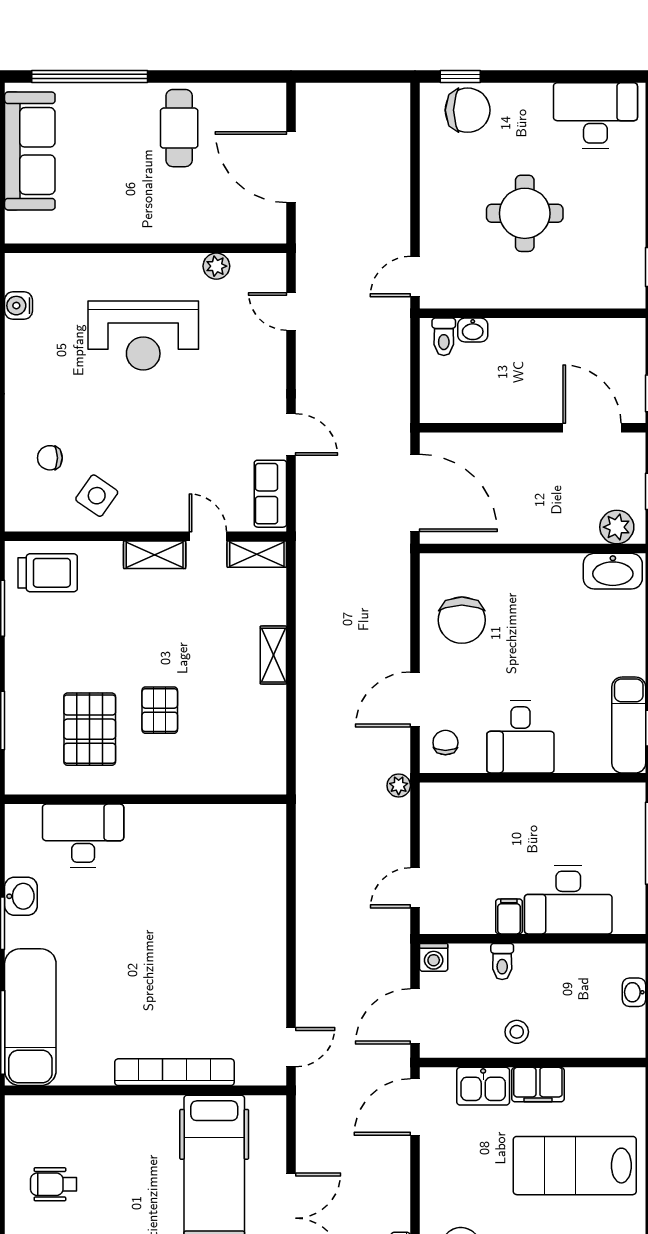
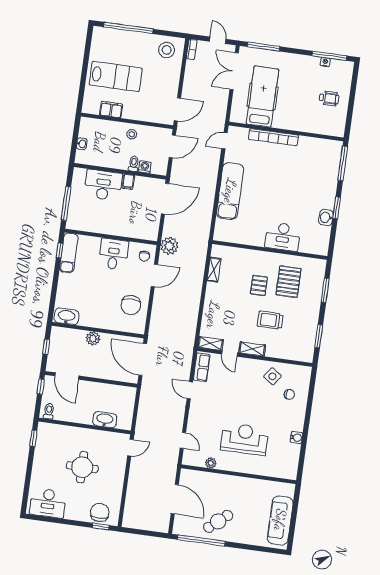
window: (90, 76) -> (201, 540), moved
chair: (468, 110) -> (100, 512), turned 90
cafe table: (179, 128) -> (218, 521), turned 50
water cooler: (19, 306) -> (296, 438), moved
washbasin: (473, 330) -> (105, 420), width x1.91, depth x1.45
toilet: (444, 337) -> (49, 411), moved
plant: (617, 527) -> (93, 338), moved
trolley: (48, 573) -> (270, 320), moved
chair: (462, 620) -> (131, 305), turned 180
shelving: (273, 655) -> (214, 270), moved
plant: (399, 786) -> (169, 246), width x1.88, depth x1.88
desk: (83, 836) -> (283, 237), moved
door: (415, 888) -> (165, 199), width x1.88
washing machine: (434, 957) -> (145, 167), moved
exam couch: (30, 1017) -> (230, 191), moved, turned 180
filing cabinet: (538, 1085) -> (111, 110), moved
kitchen sink: (483, 1086) -> (148, 114), removed

